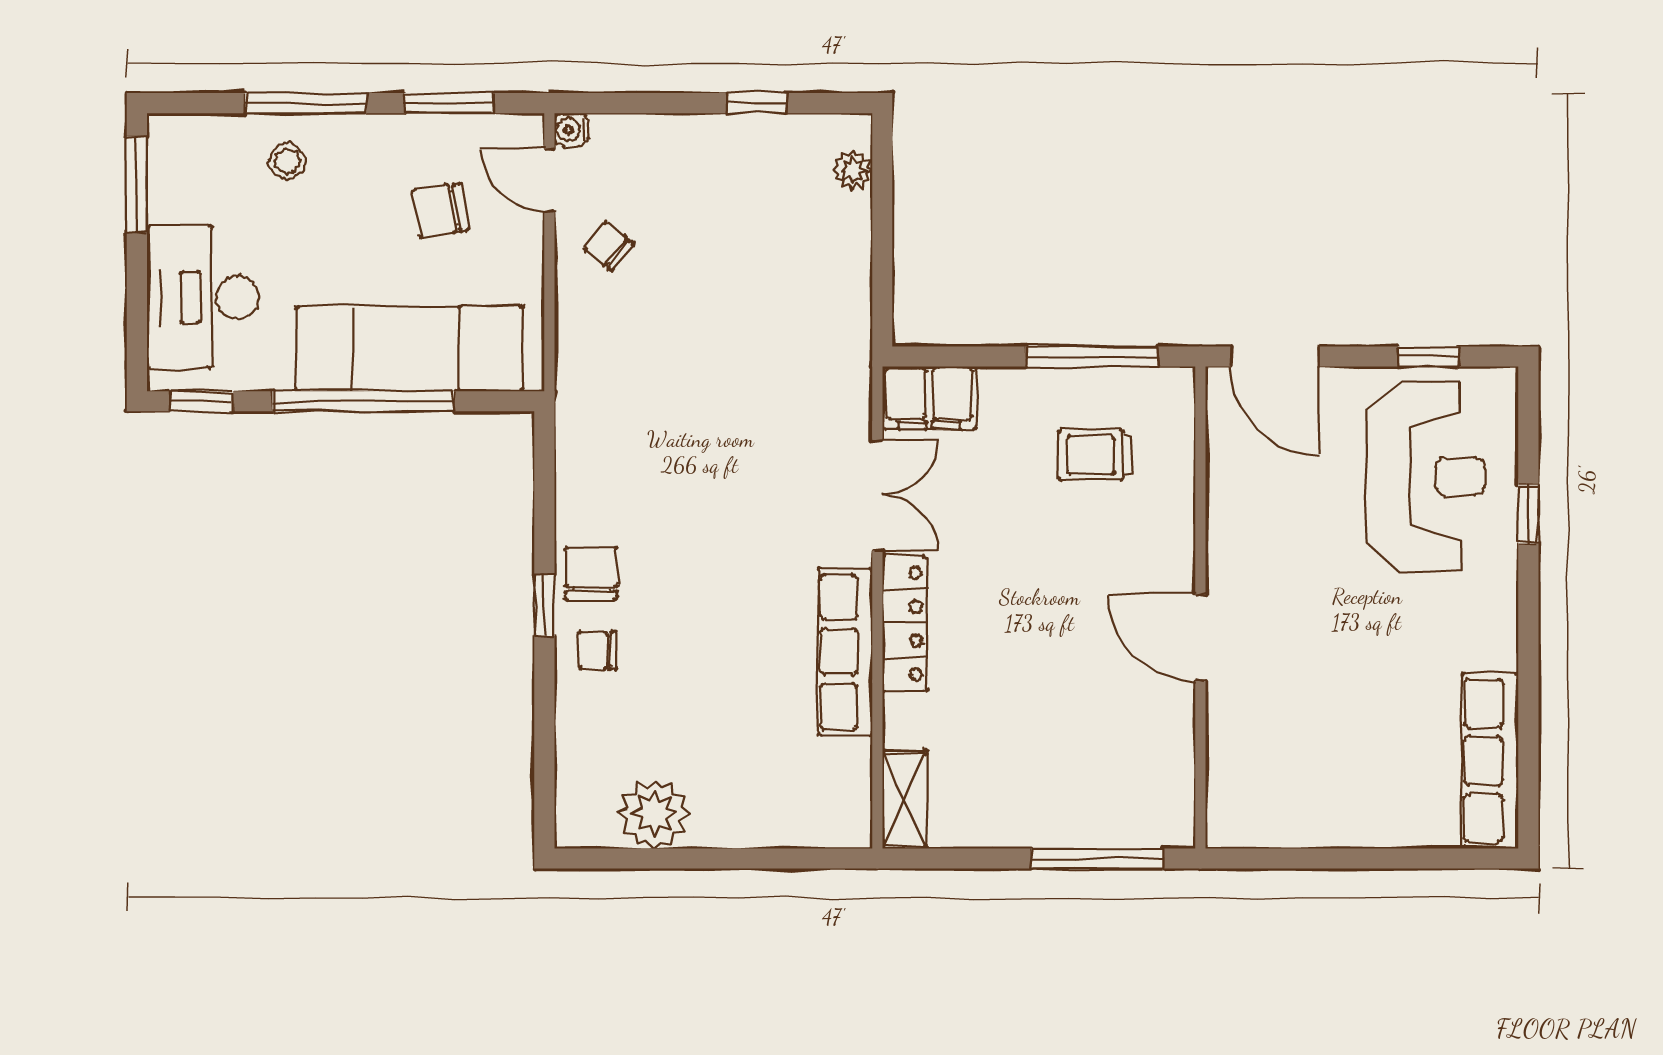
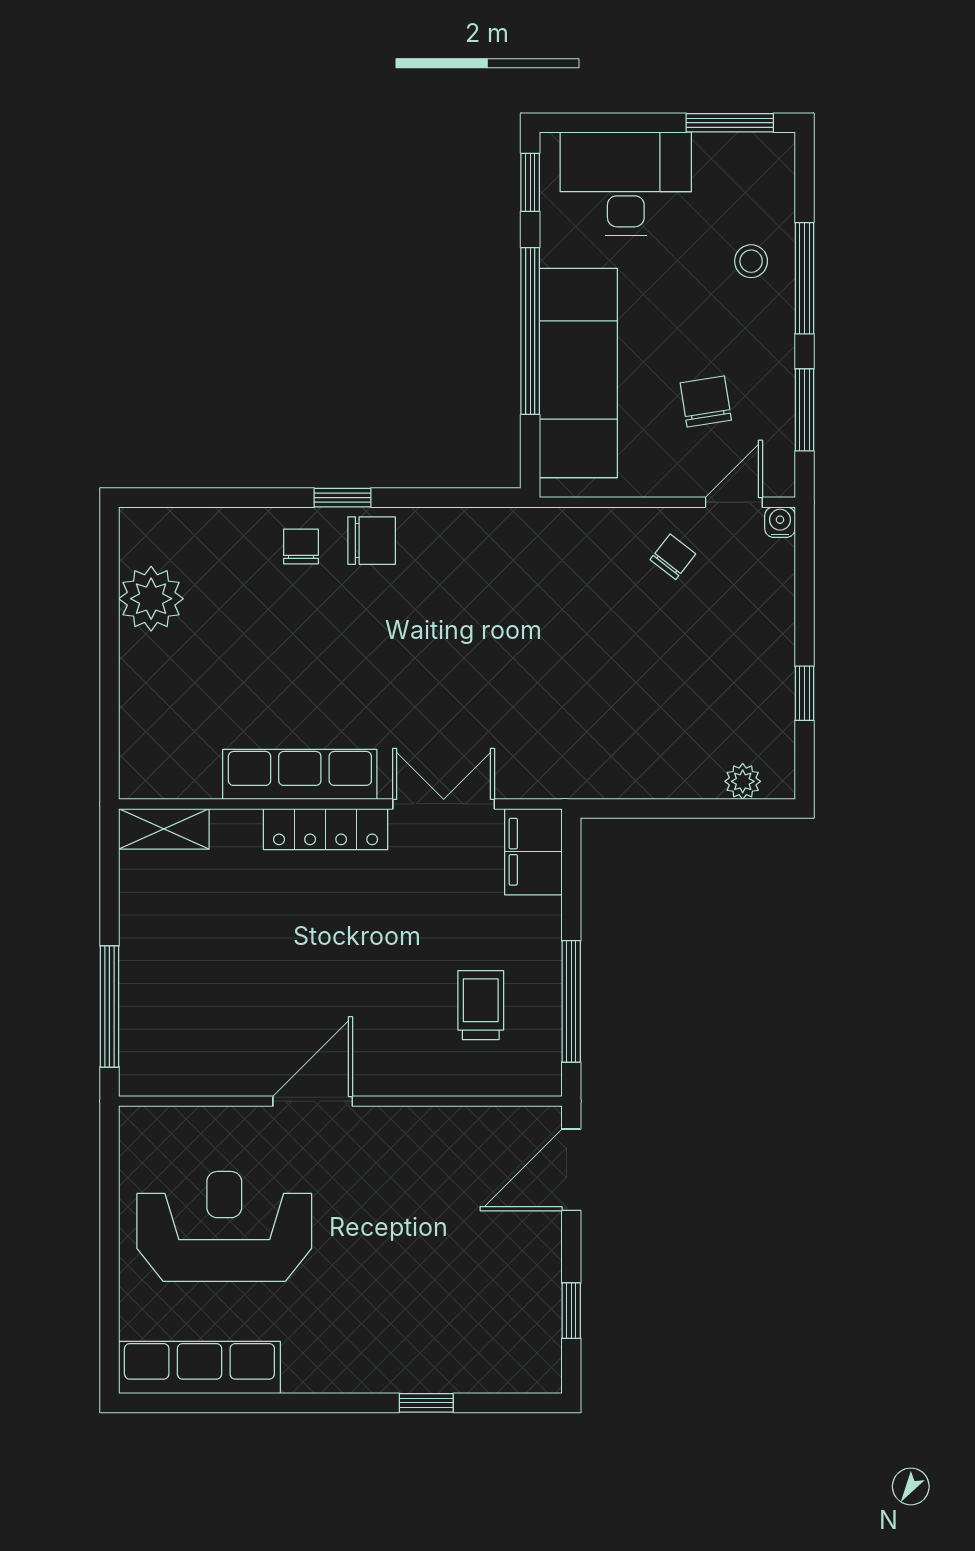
reception desk: (1425, 476) -> (224, 1226), moved, turned 180
double door: (877, 495) -> (444, 804), swing flipped

